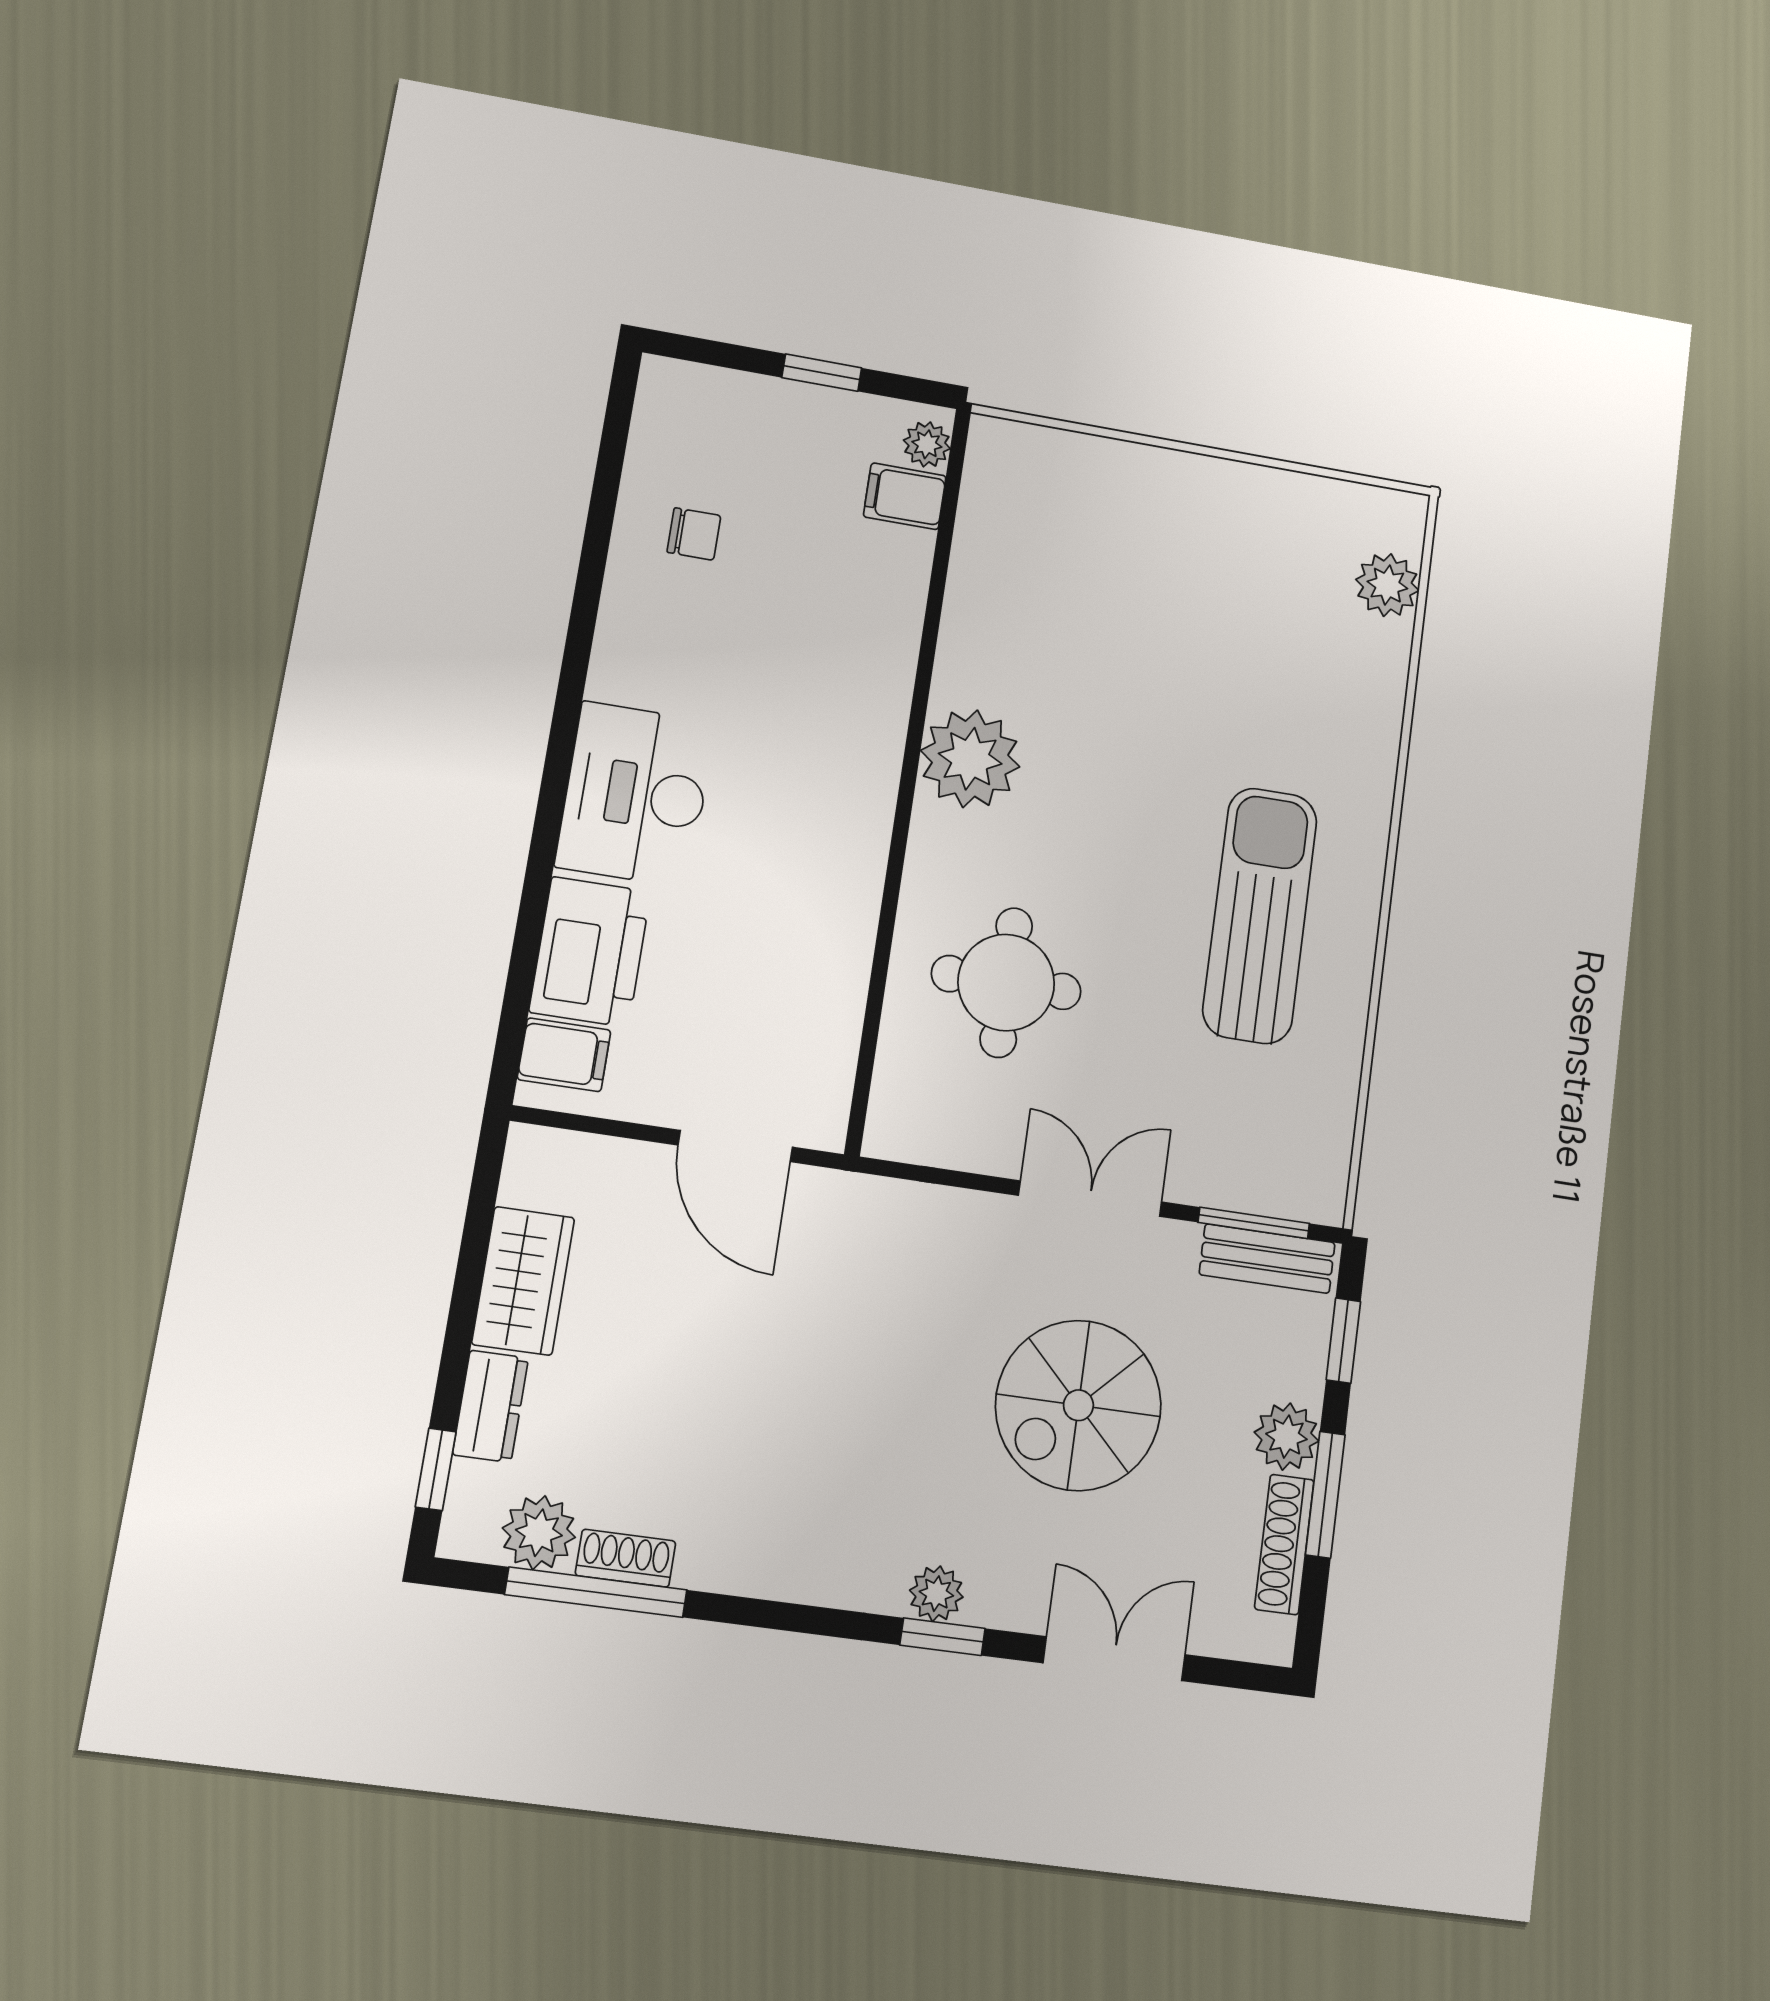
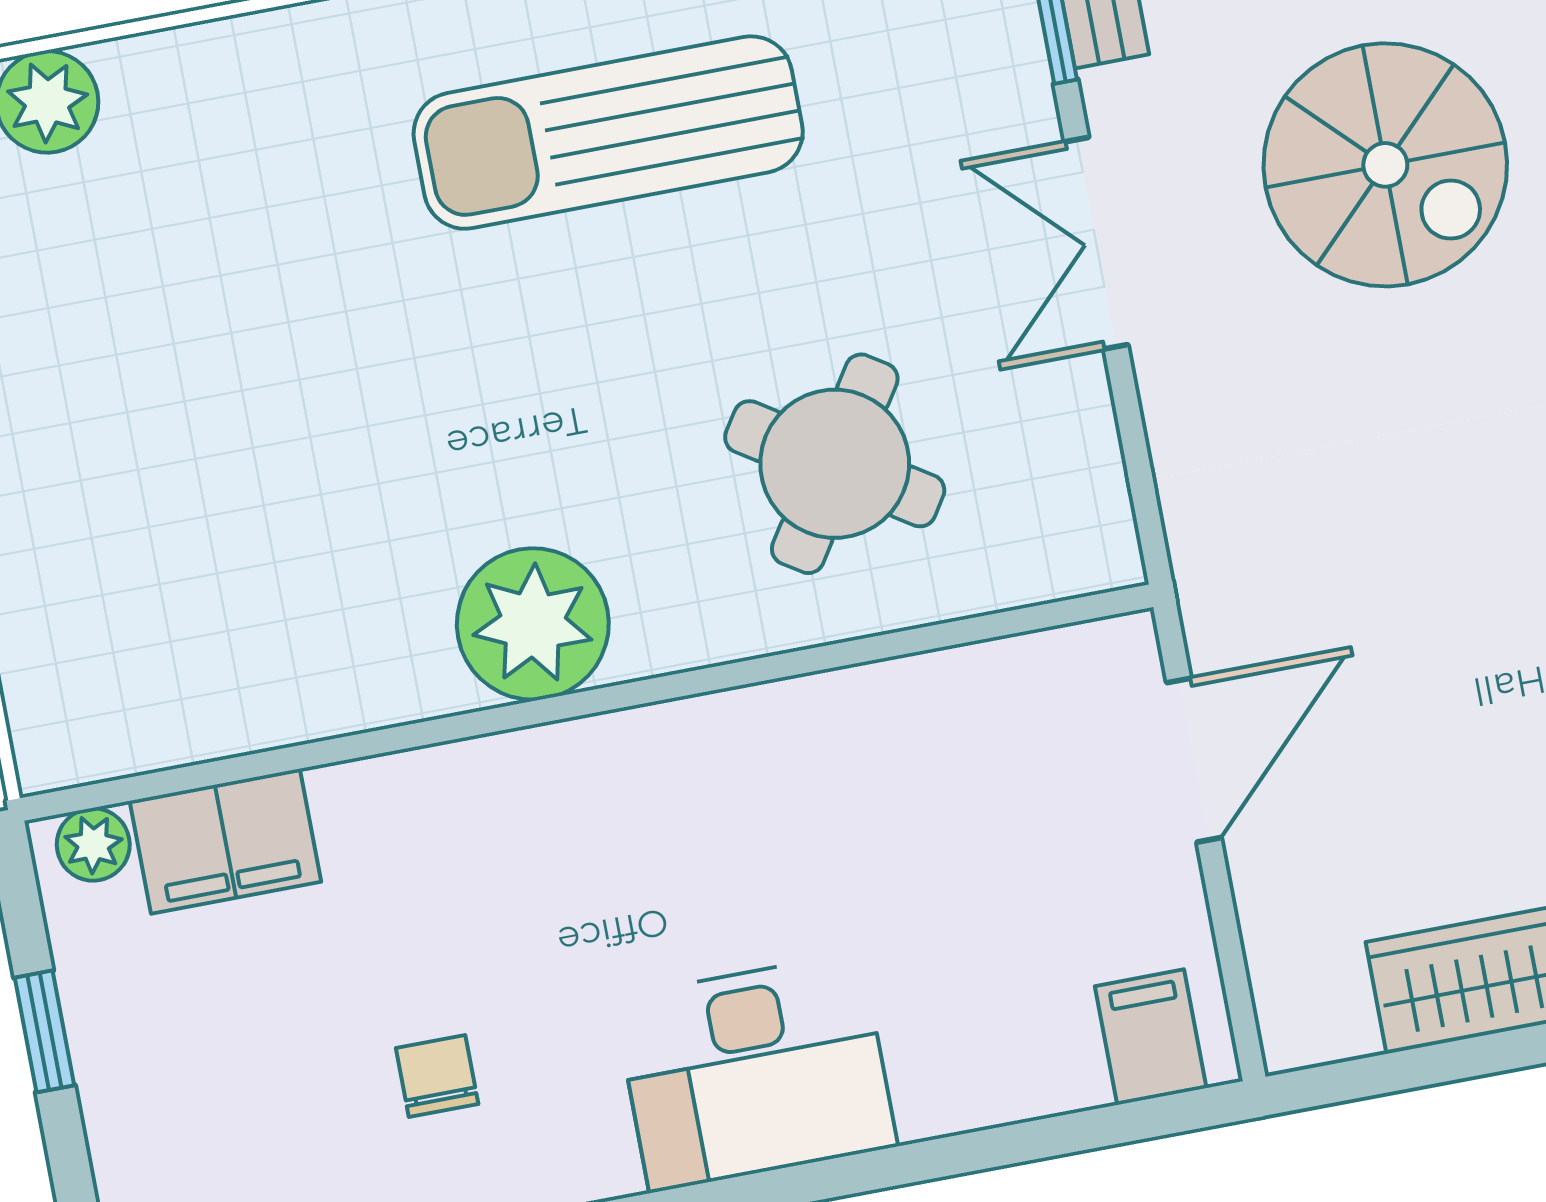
filing cabinet: (905, 496) -> (225, 841), width x2.00
chair: (694, 534) -> (437, 1076), moved
printer: (590, 952) -> (997, 1054), removed
round table: (1006, 983) -> (835, 464), turned 33

